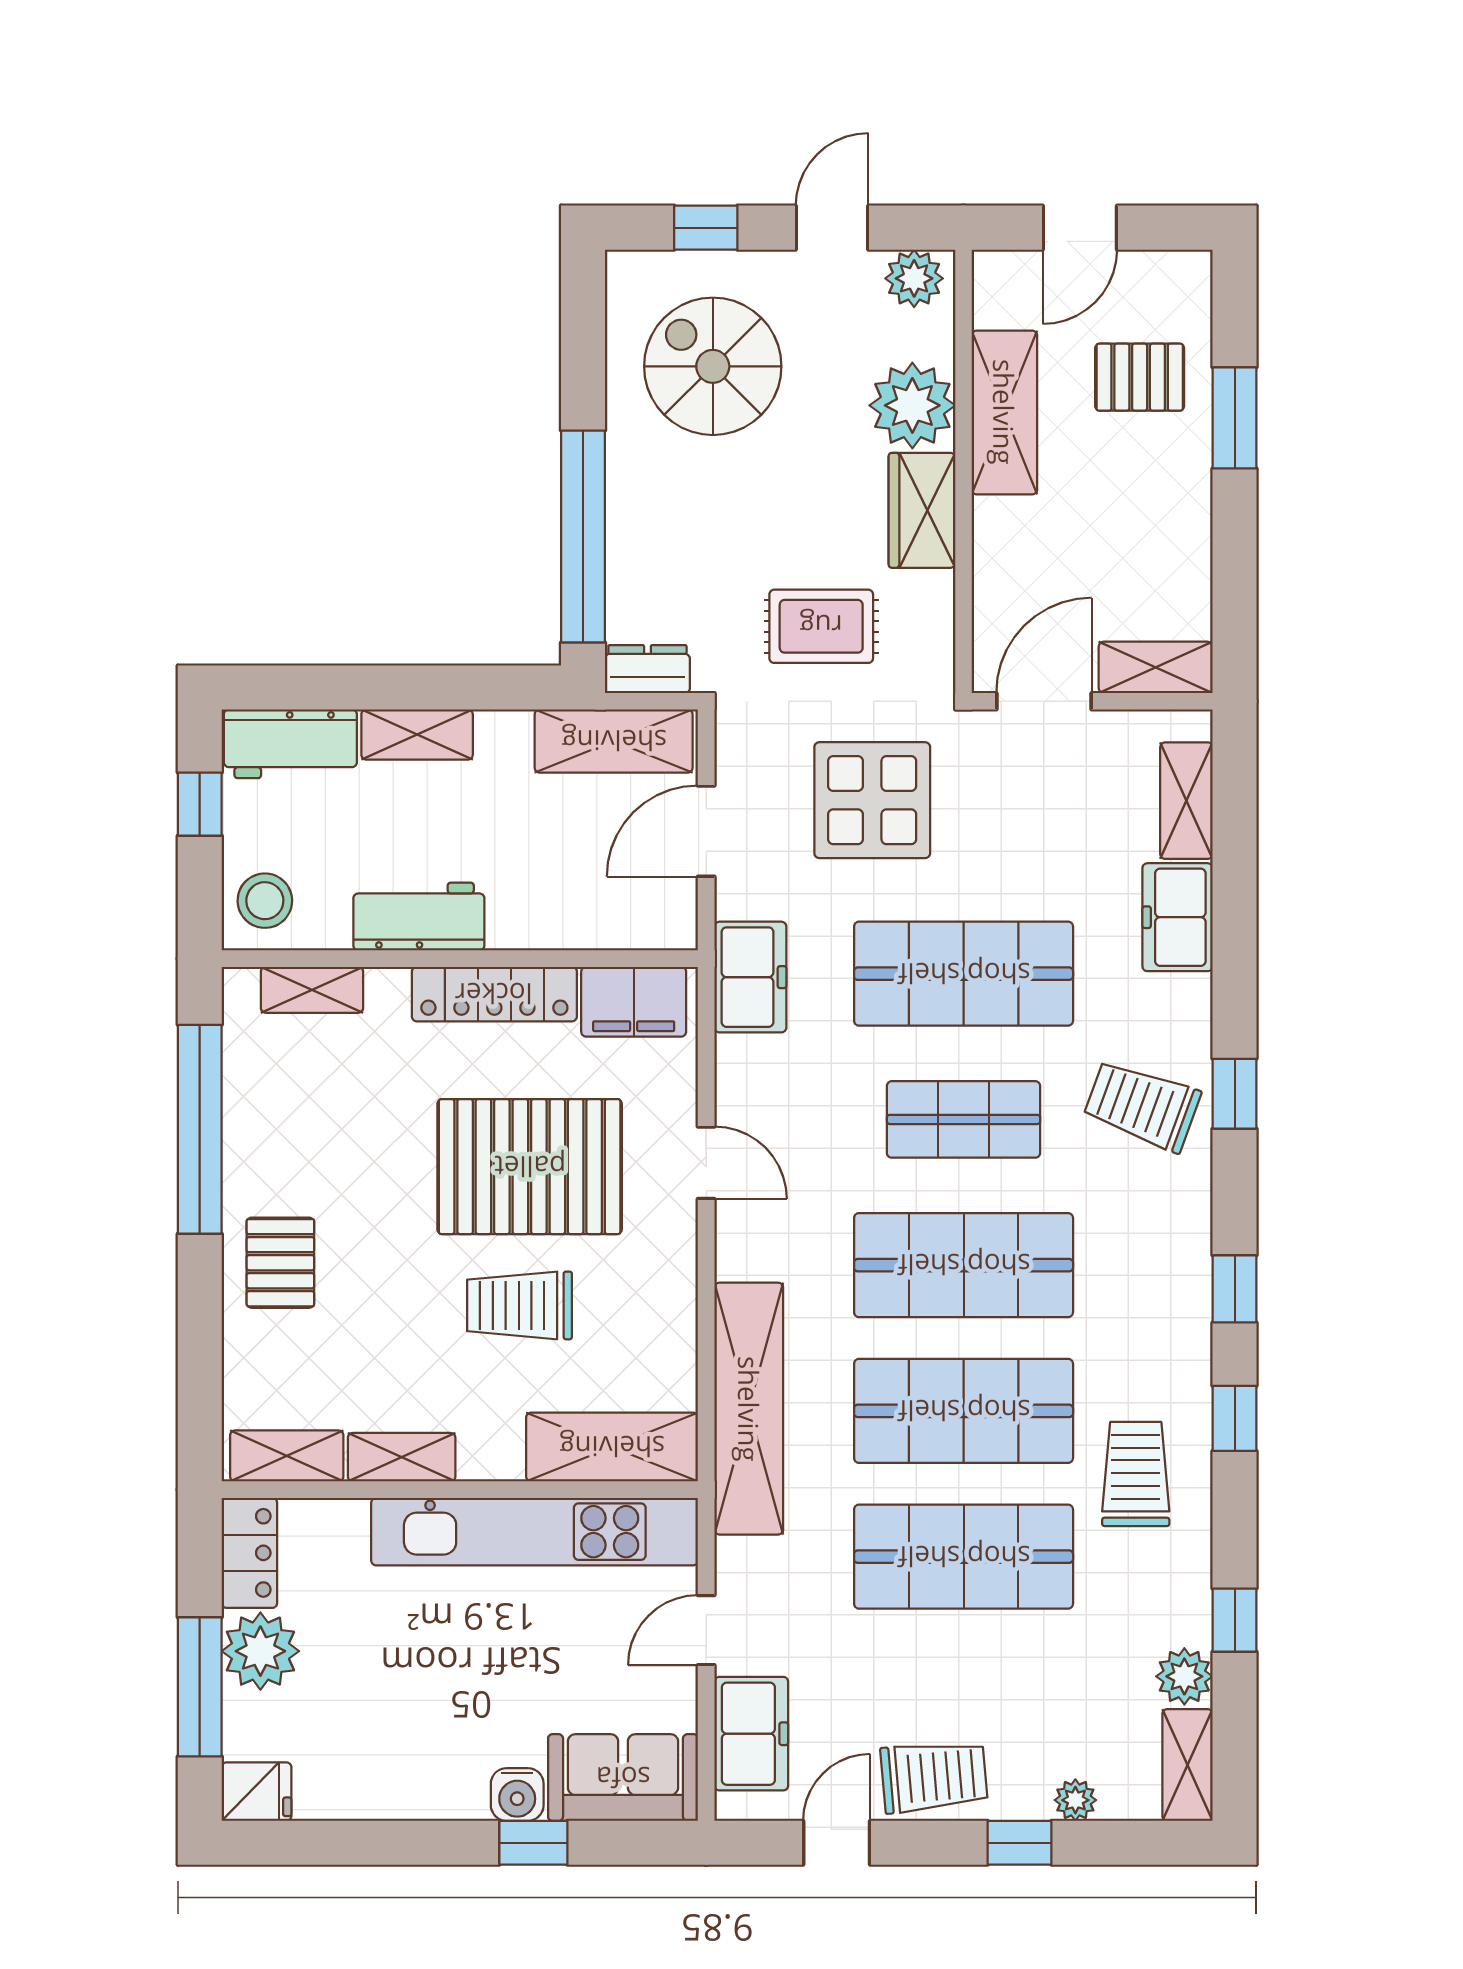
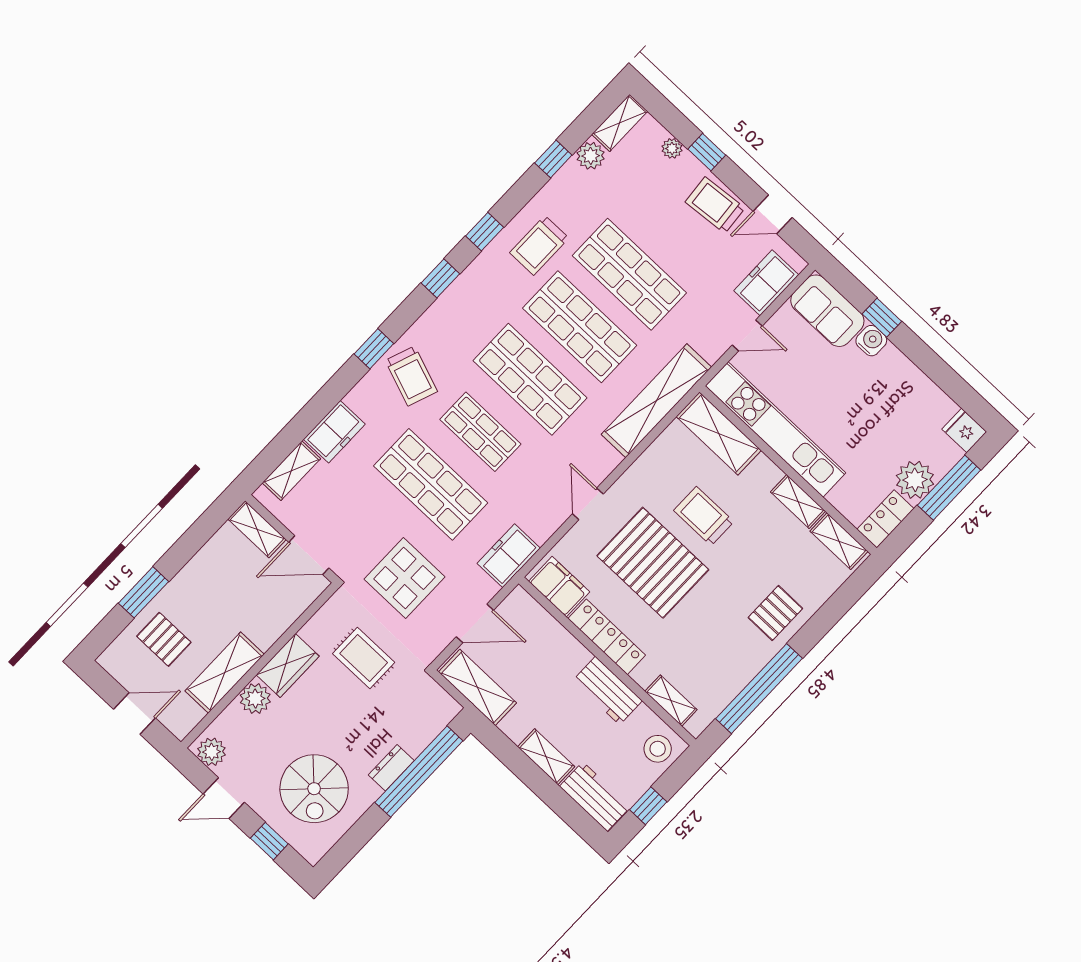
plant: (912, 405) -> (255, 699), width x0.73, depth x0.73
dresser: (647, 669) -> (391, 768), moved, turned 90
trolley: (519, 1305) -> (704, 516), turned 180

